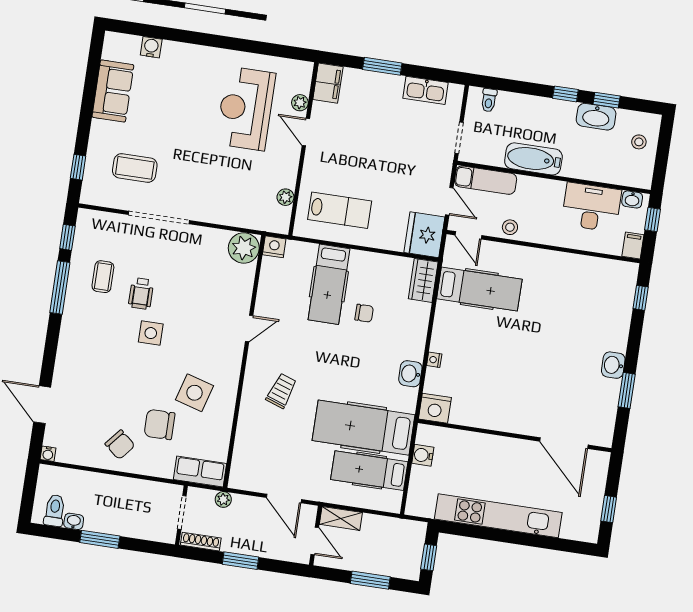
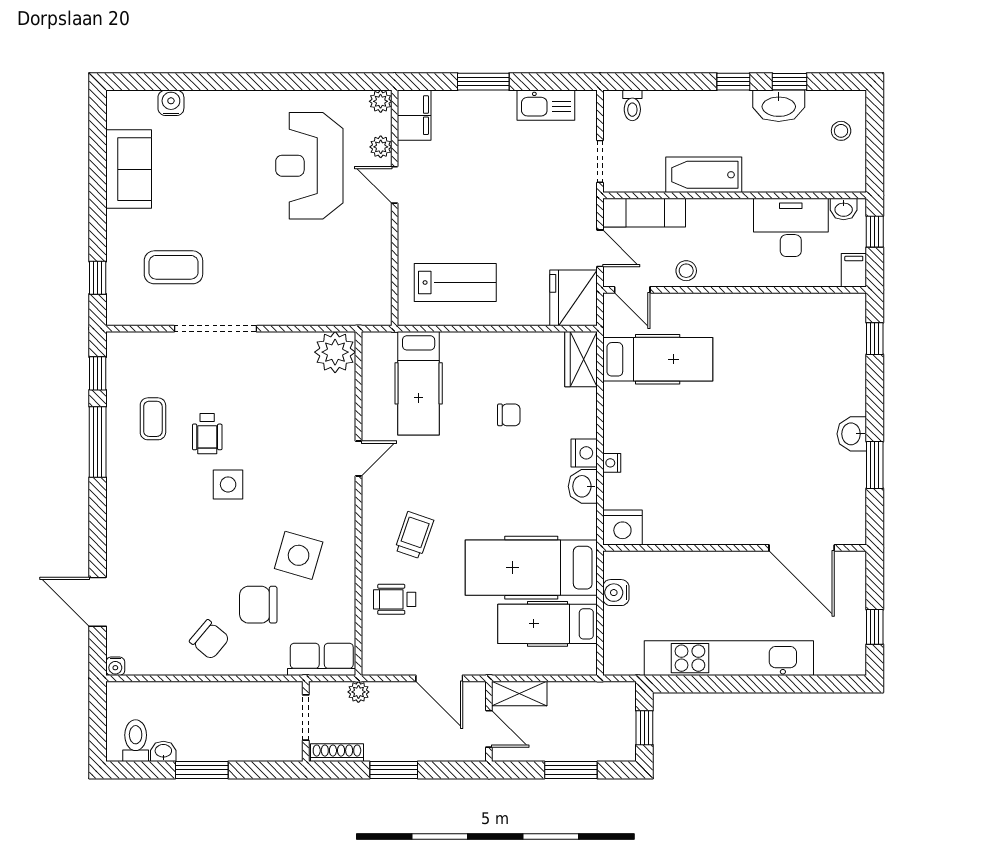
plant: (285, 197) -> (381, 101), moved
nightstand: (274, 247) -> (584, 453), moved, turned 90
hospital bed: (329, 284) -> (419, 383), moved
wheelchair: (260, 436) -> (395, 599), added

